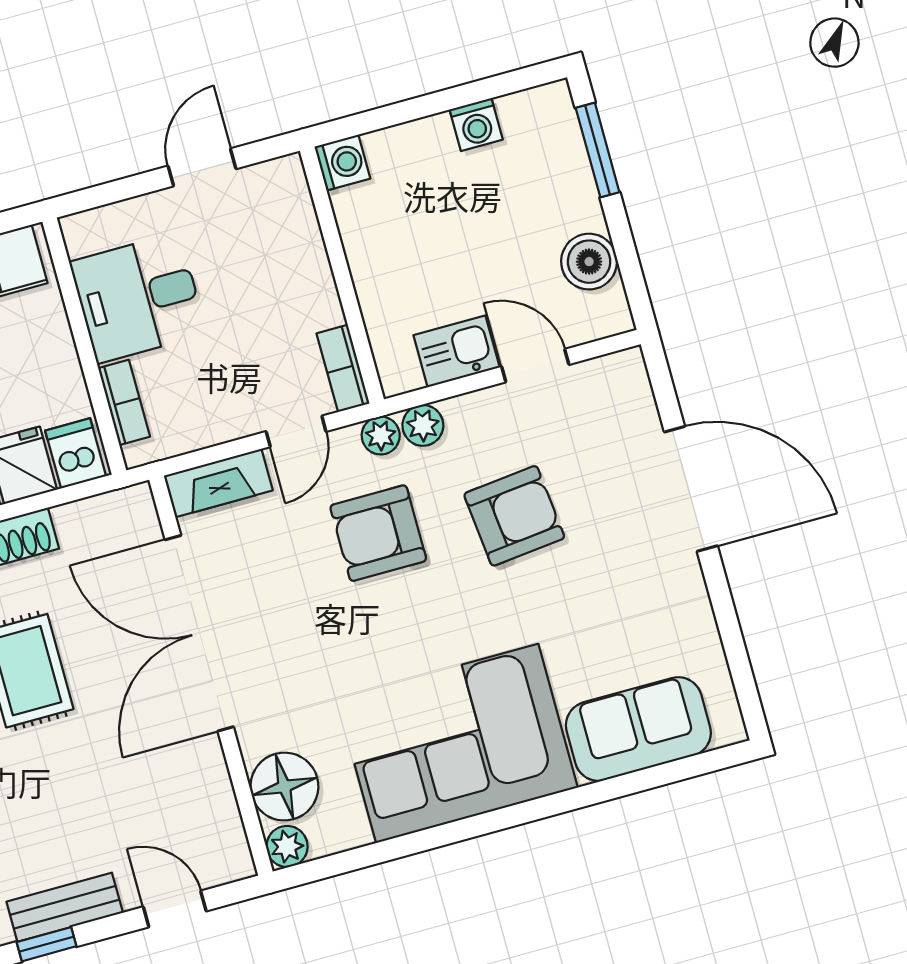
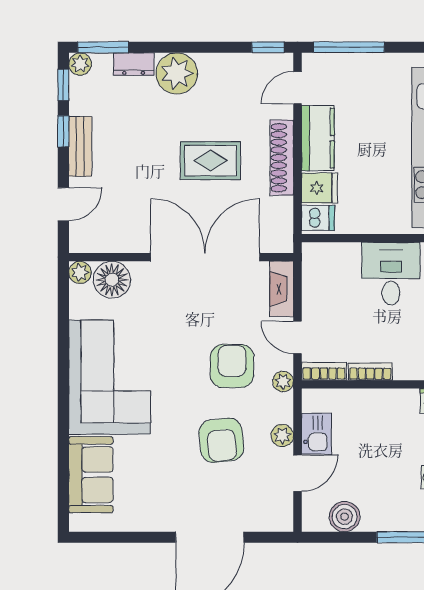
bookcase: (124, 402) -> (370, 372), moved, turned 180
plant: (423, 425) -> (282, 436), moved

